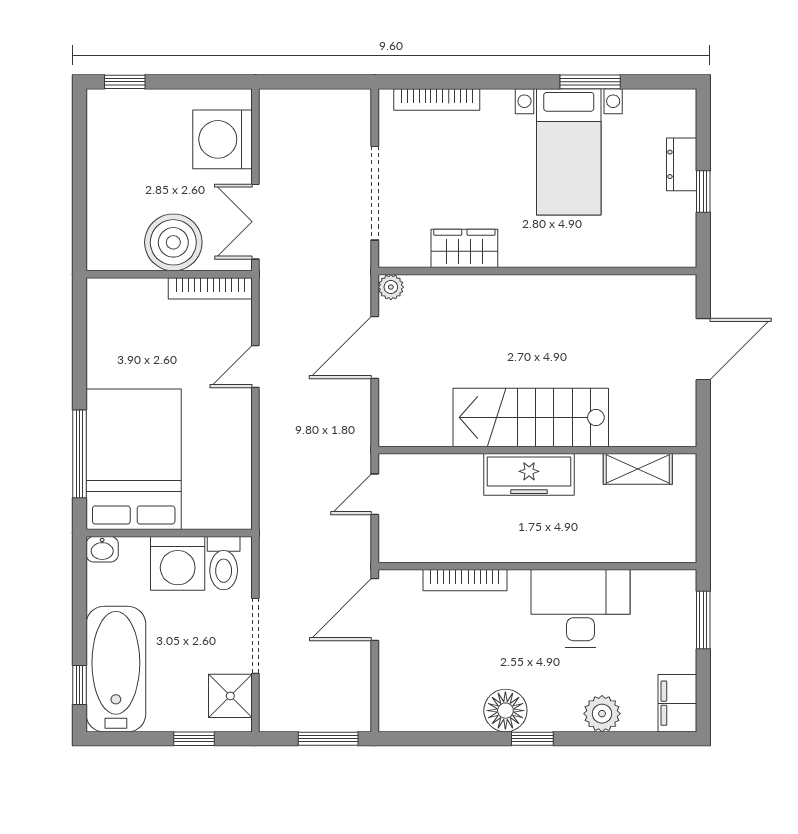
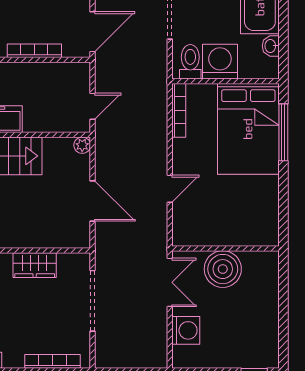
washing machine: (223, 139) -> (186, 330), width x0.73, depth x0.73
plant: (391, 287) -> (82, 145), moved
bookcase: (210, 288) -> (179, 110), moved, turned 90
door: (375, 348) -> (93, 201), hinge flipped
washbasin: (102, 549) -> (271, 46), moved, turned -90

